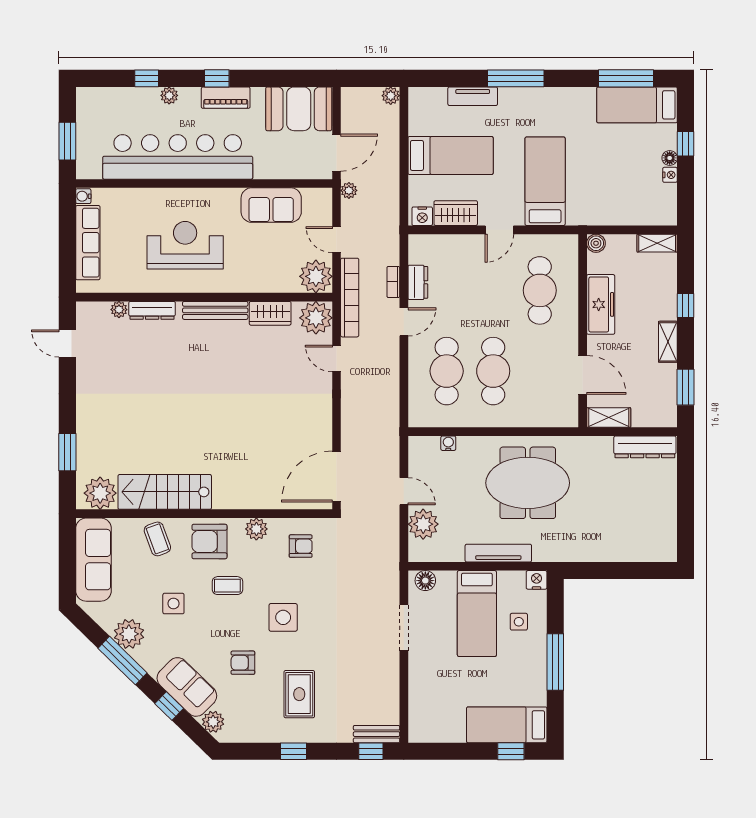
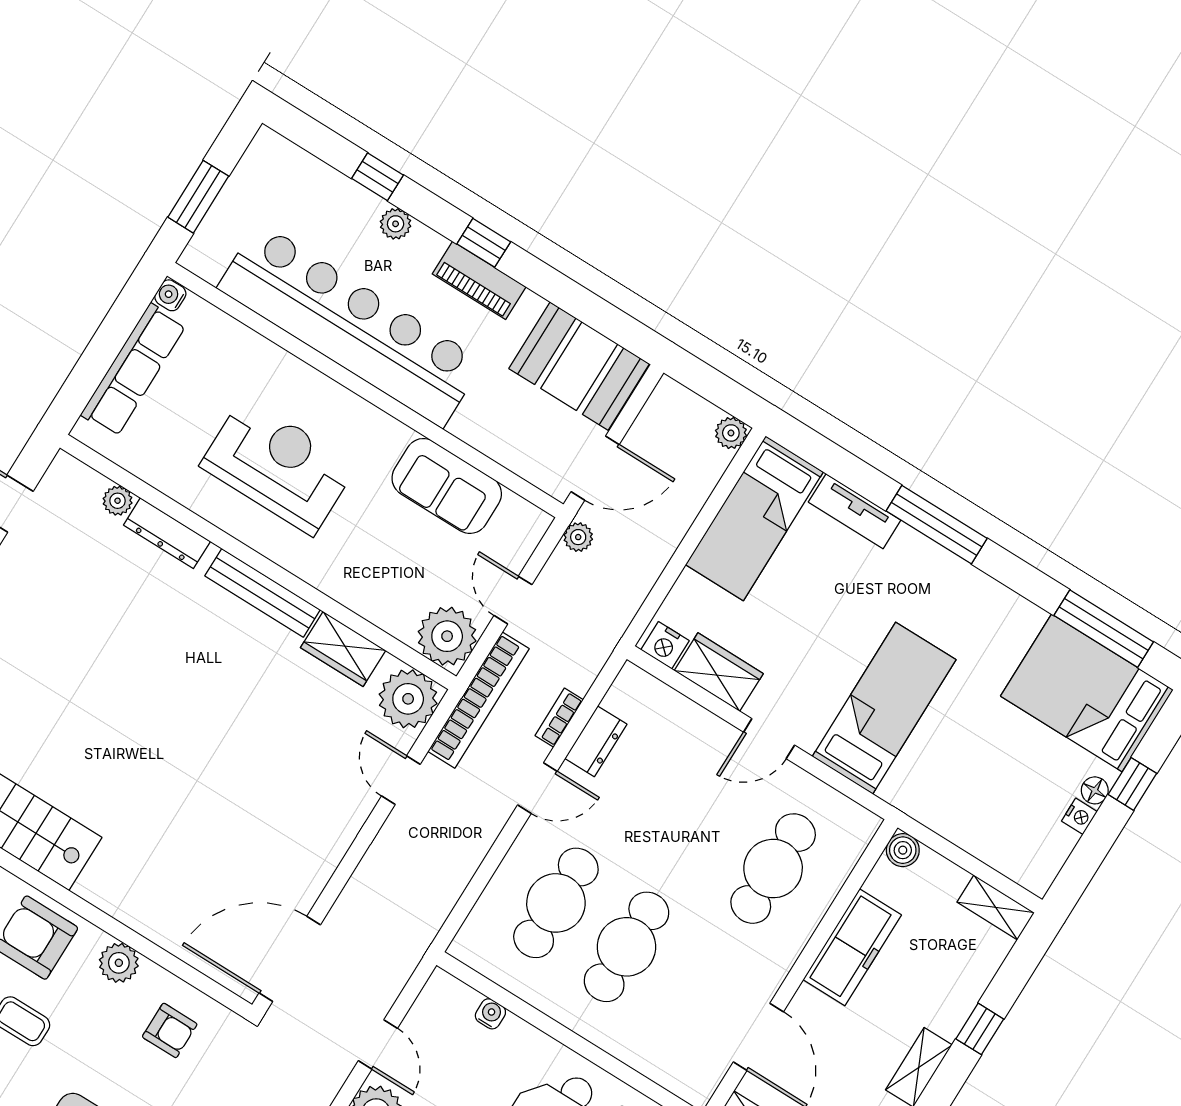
bed: (637, 105) -> (1087, 693), width x1.50
bed: (451, 155) -> (754, 518), moved, turned 90

